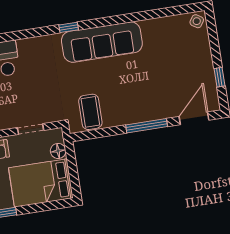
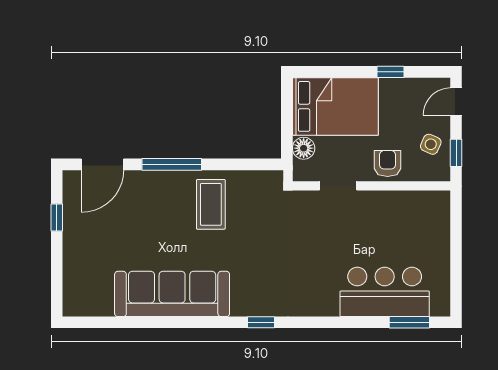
side table: (197, 21) -> (77, 303), removed
sofa: (102, 42) -> (172, 294), moved
coffee table: (90, 112) -> (211, 204), moved

